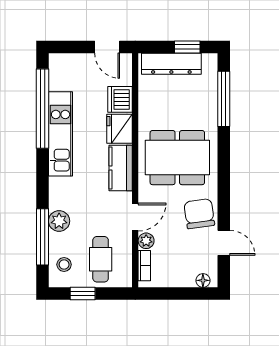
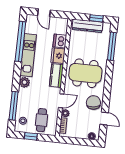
door: (107, 47) -> (44, 13), moved
plant: (59, 221) -> (24, 82), moved

